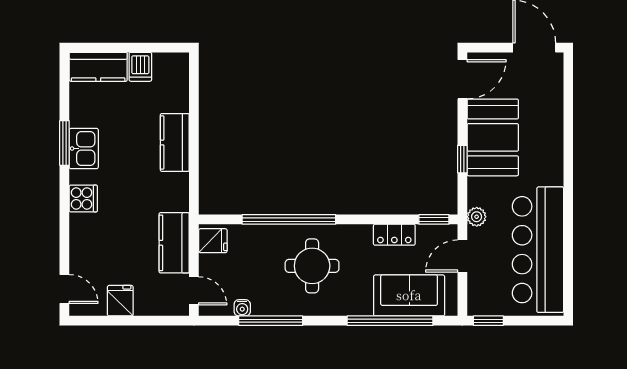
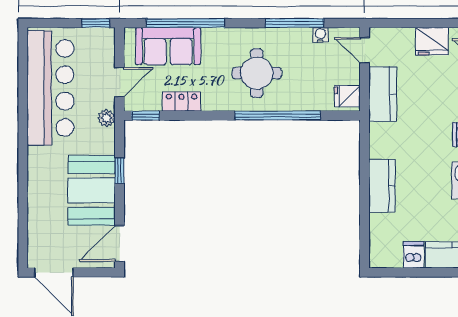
fridge: (120, 301) -> (432, 41), width x1.38

